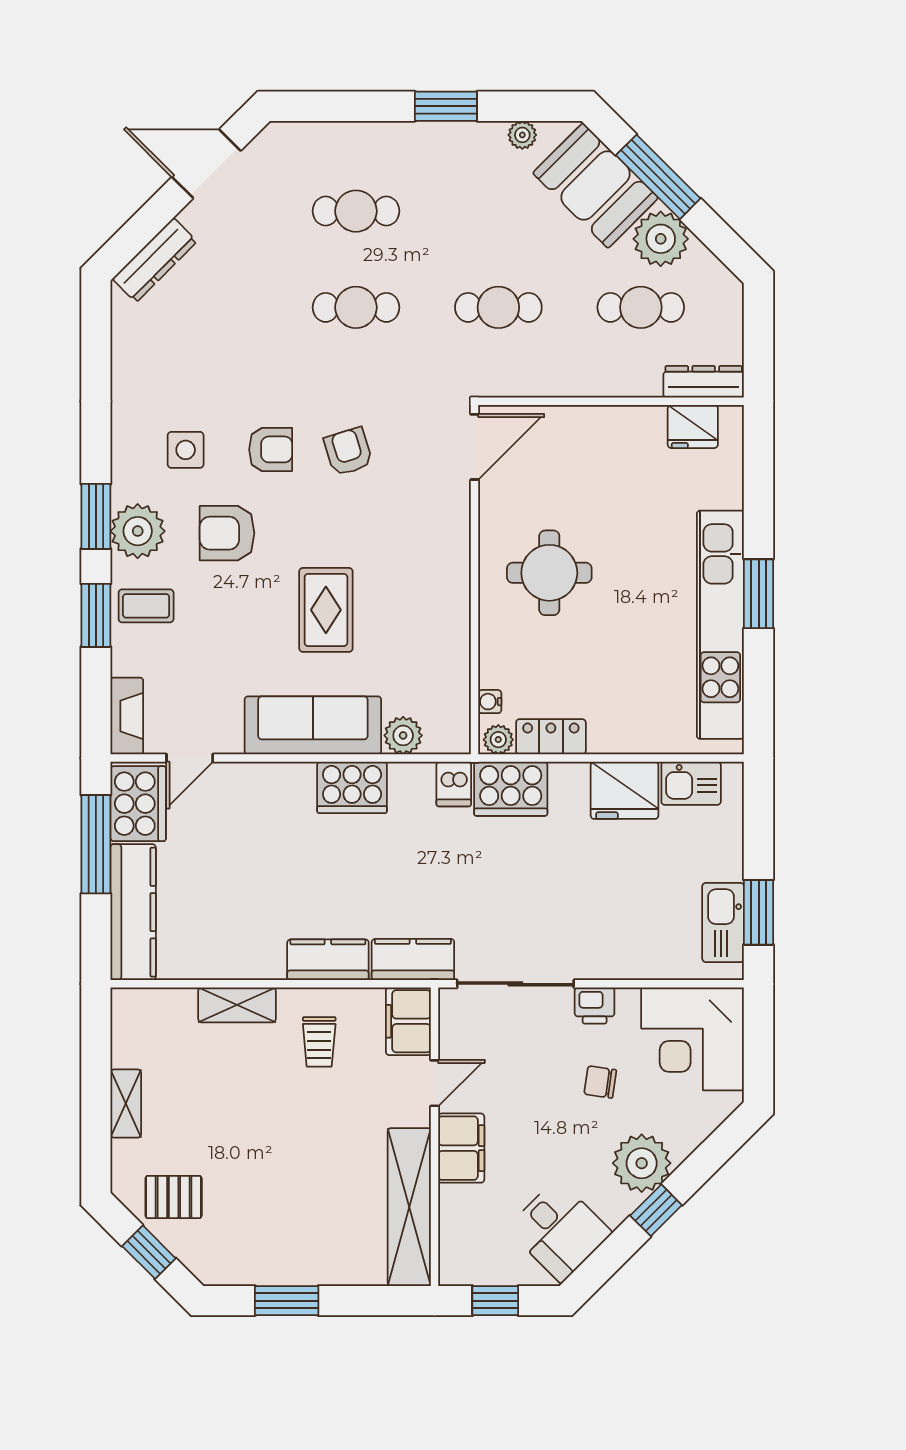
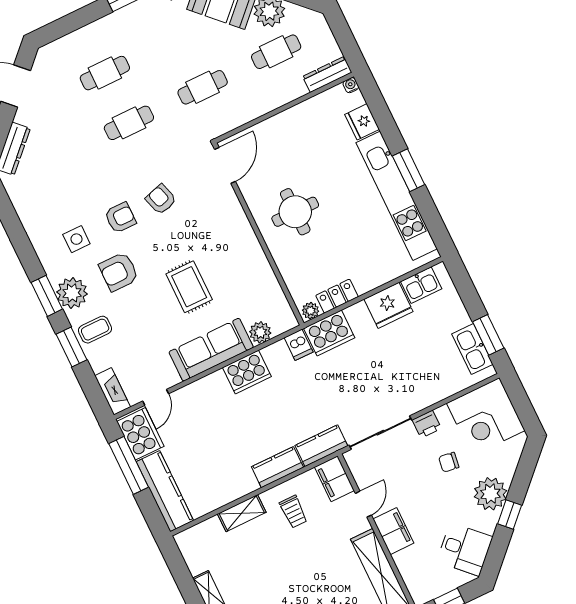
fridge: (693, 426) -> (362, 122), moved, turned 90
water cooler: (490, 702) -> (351, 85), moved, turned 90

